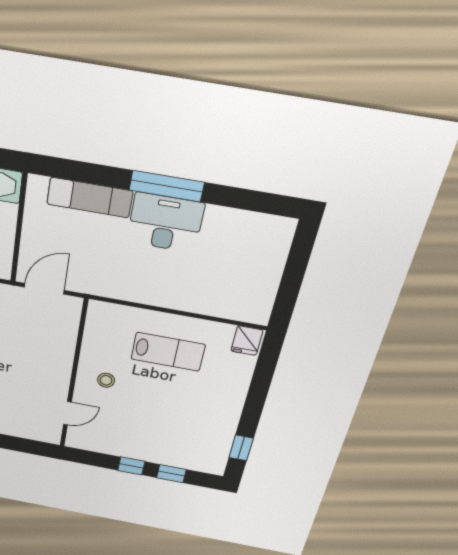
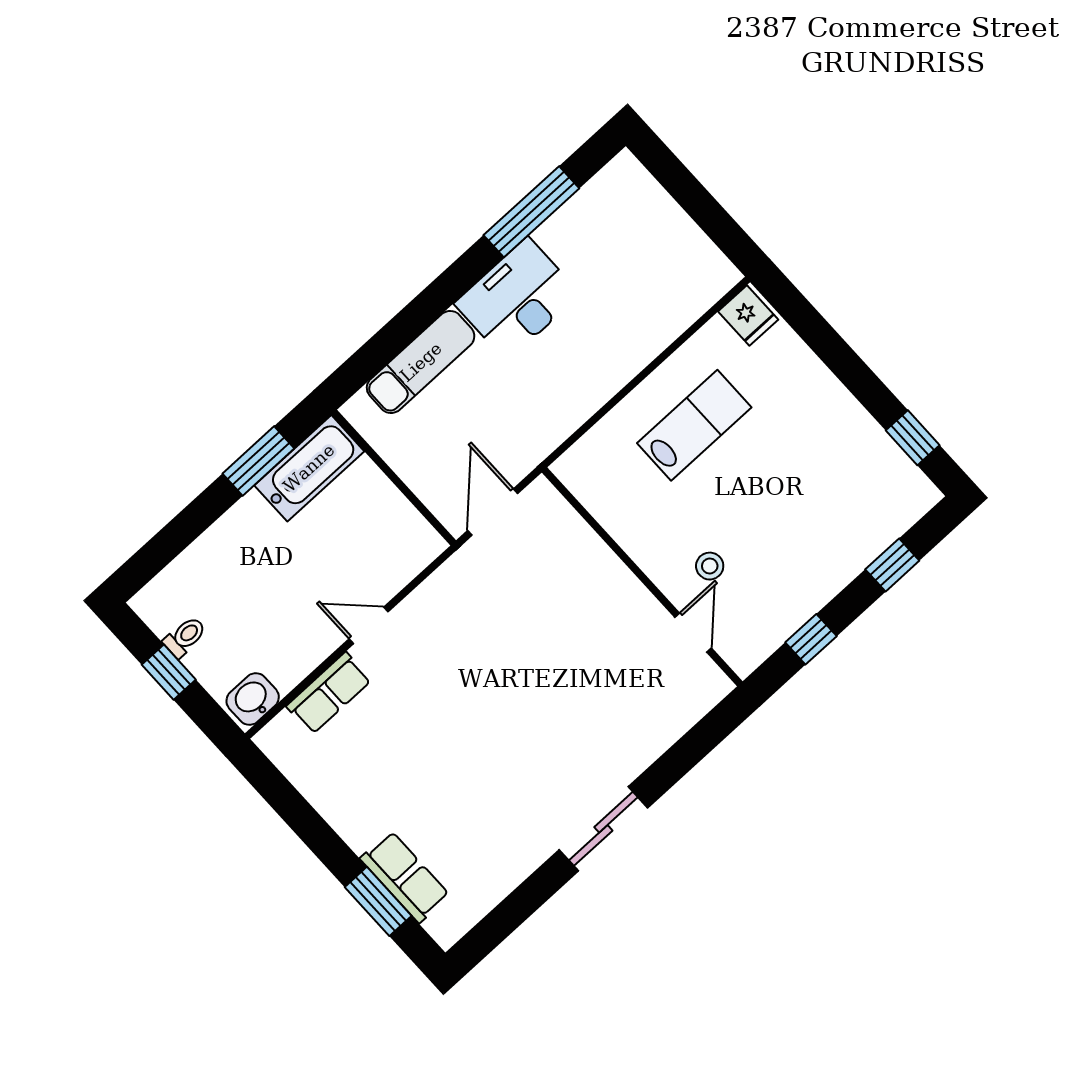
window: (167, 186) -> (531, 212), moved
stool: (106, 380) -> (710, 566), moved
window: (131, 466) -> (811, 639), moved

